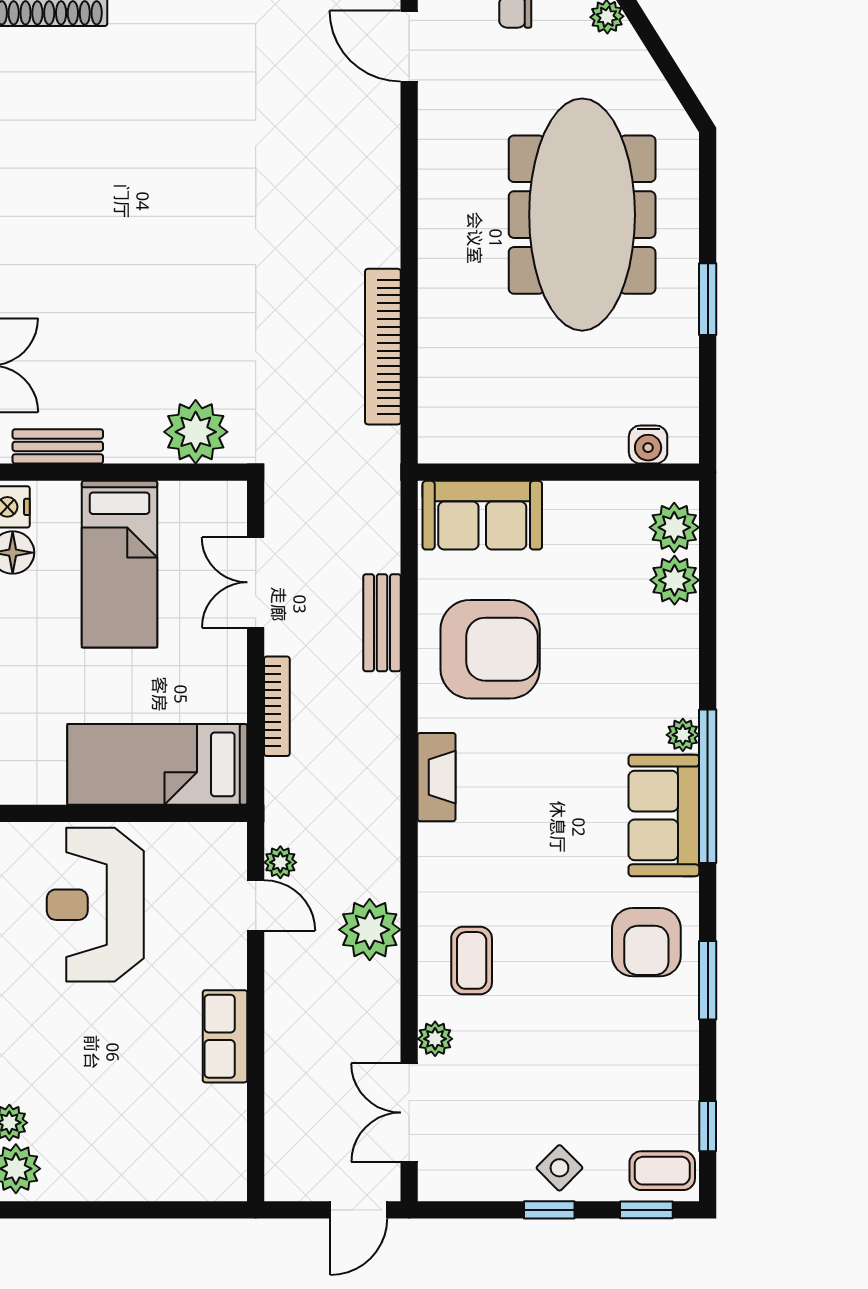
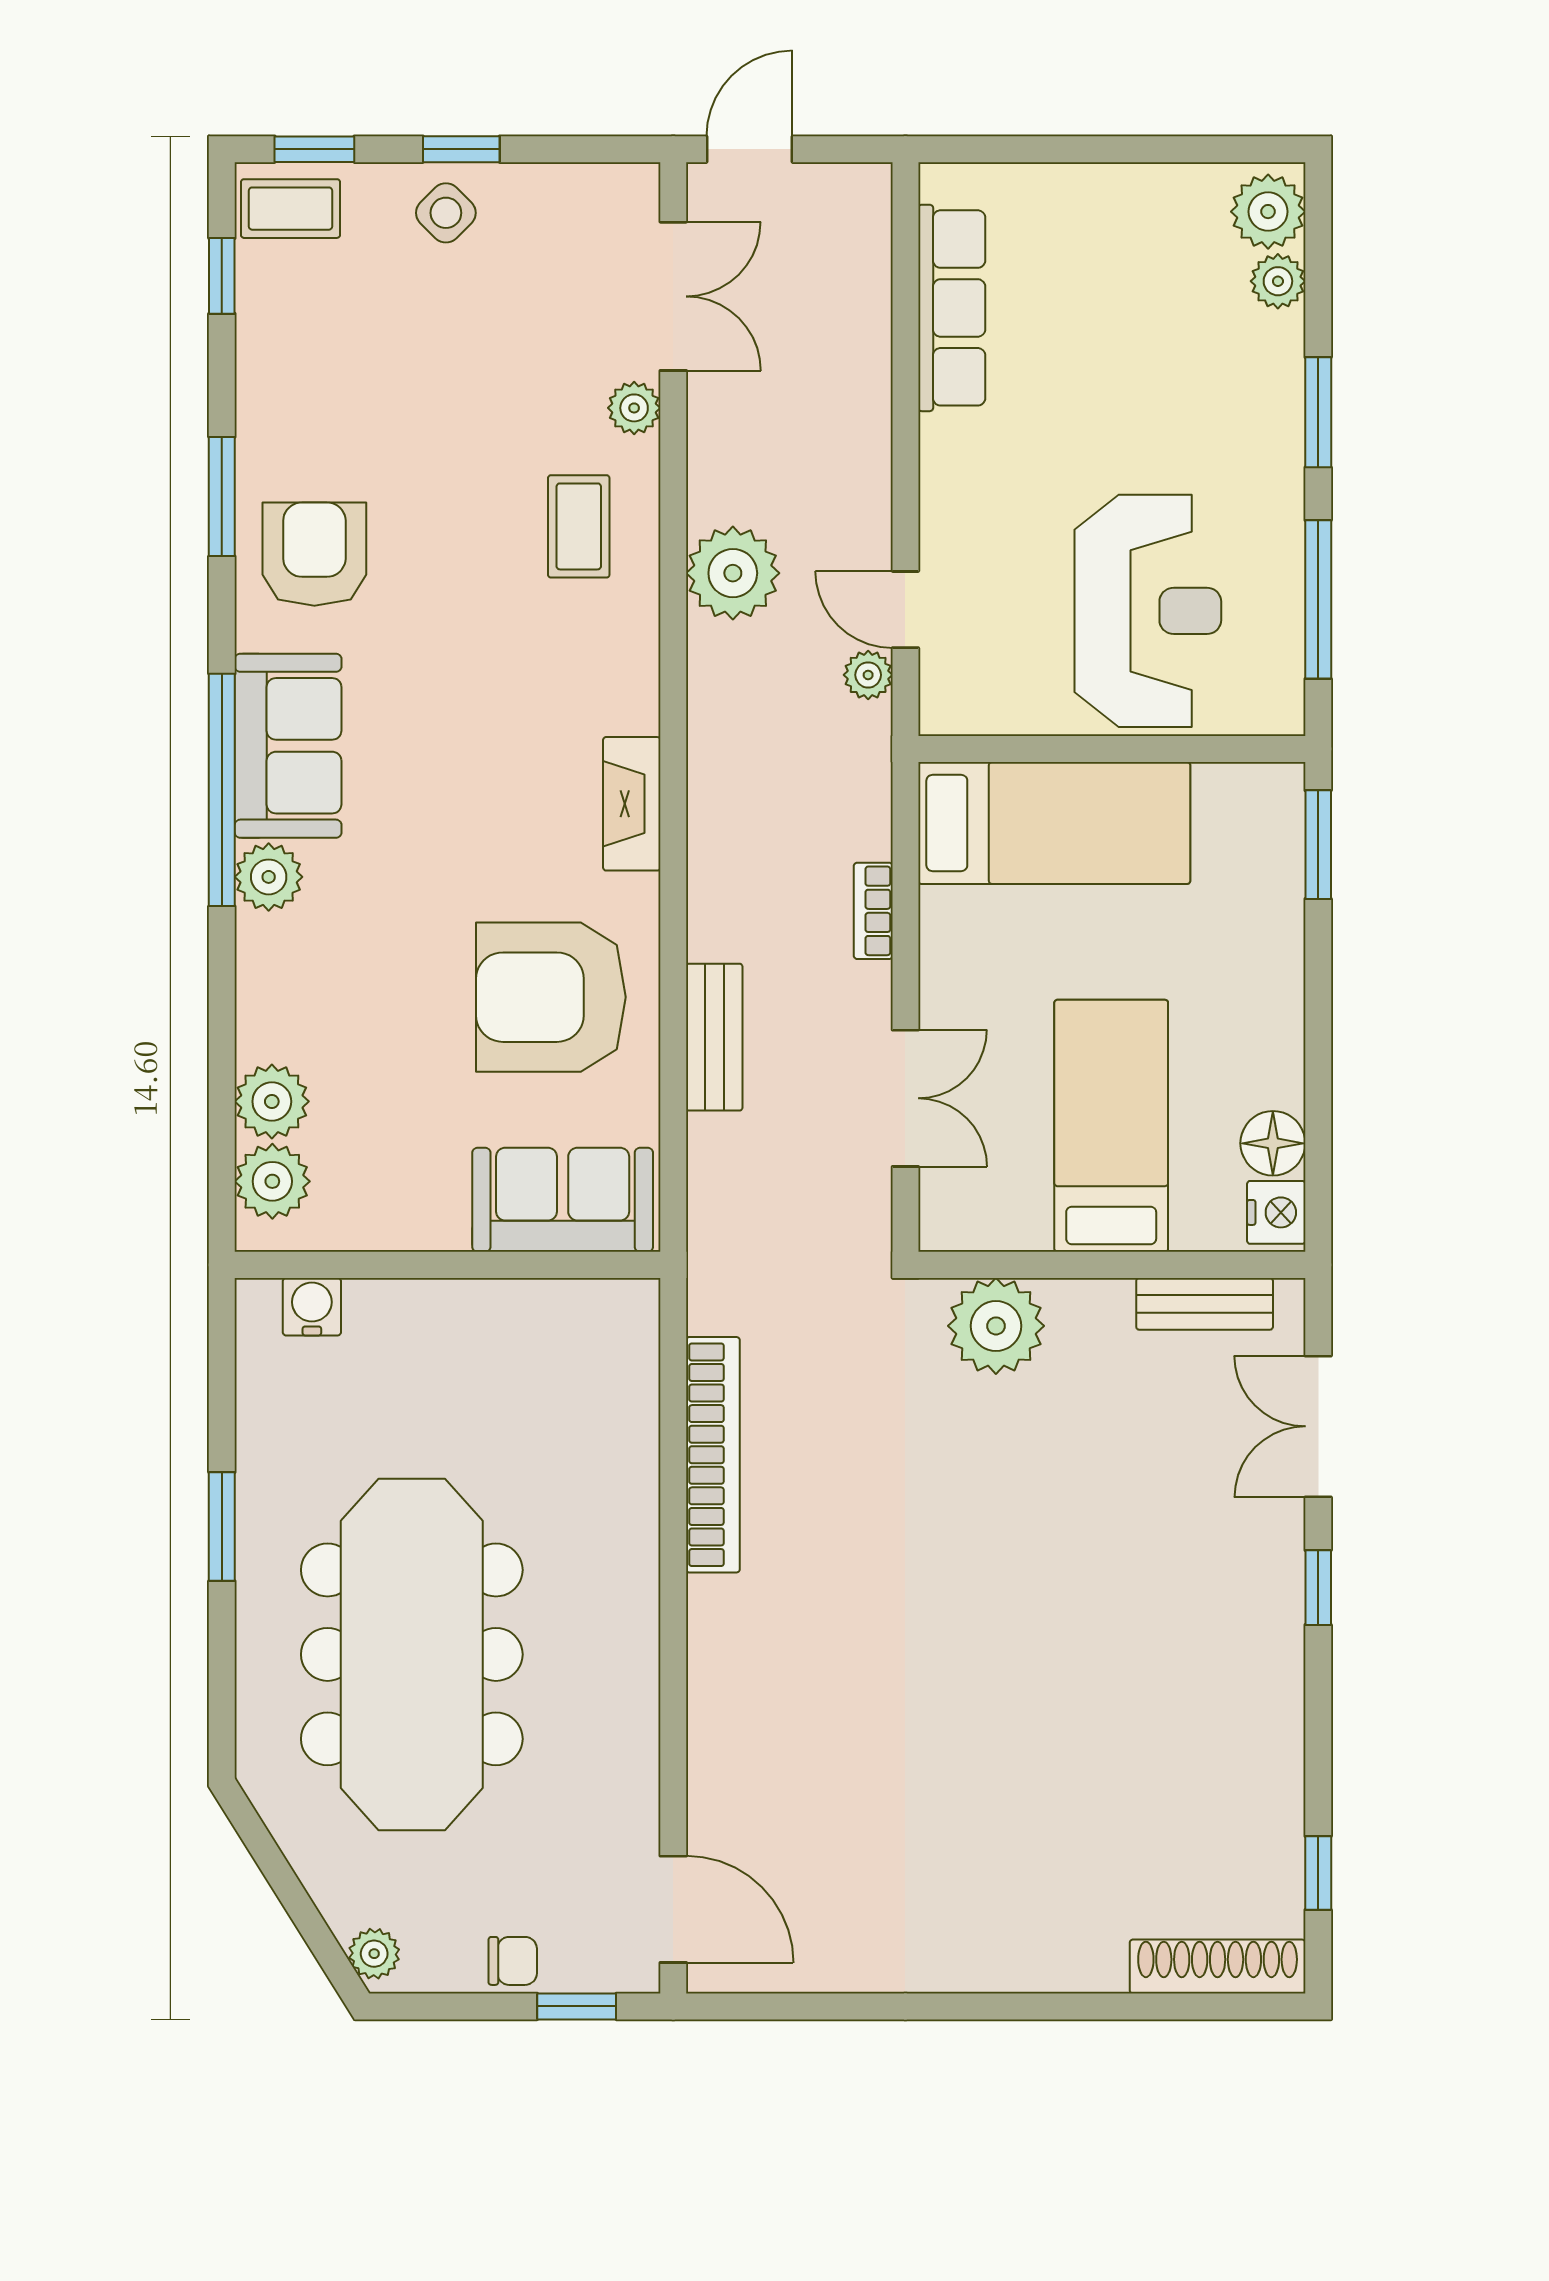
bookcase: (277, 706) -> (873, 911), width x0.64
plant: (683, 735) -> (269, 877), width x1.38, depth x1.38
row of seats: (225, 1036) -> (952, 308), moved, width x1.48

